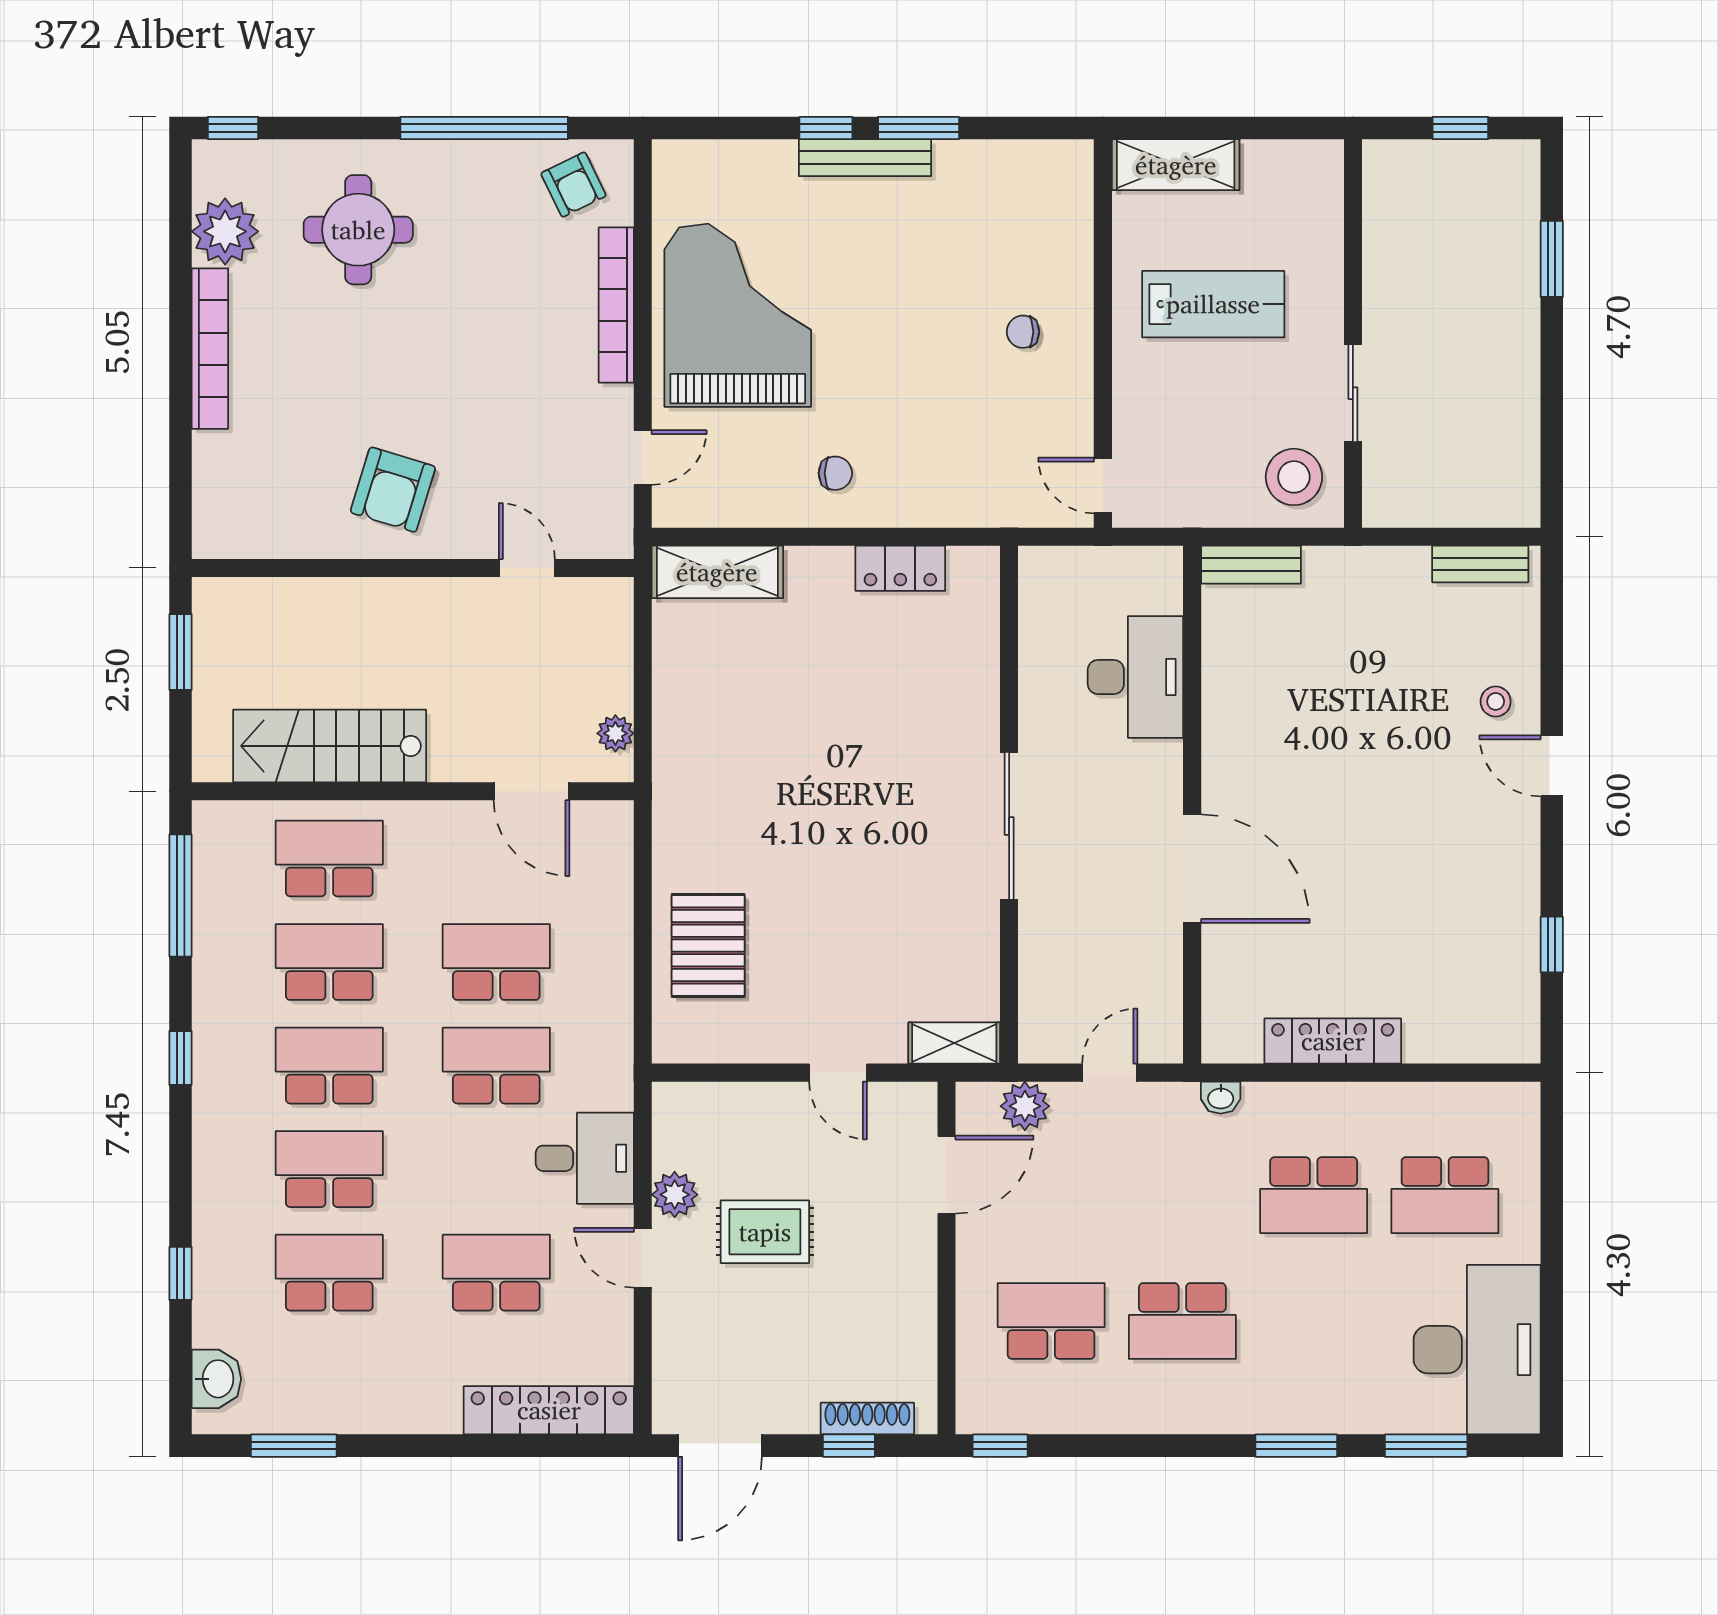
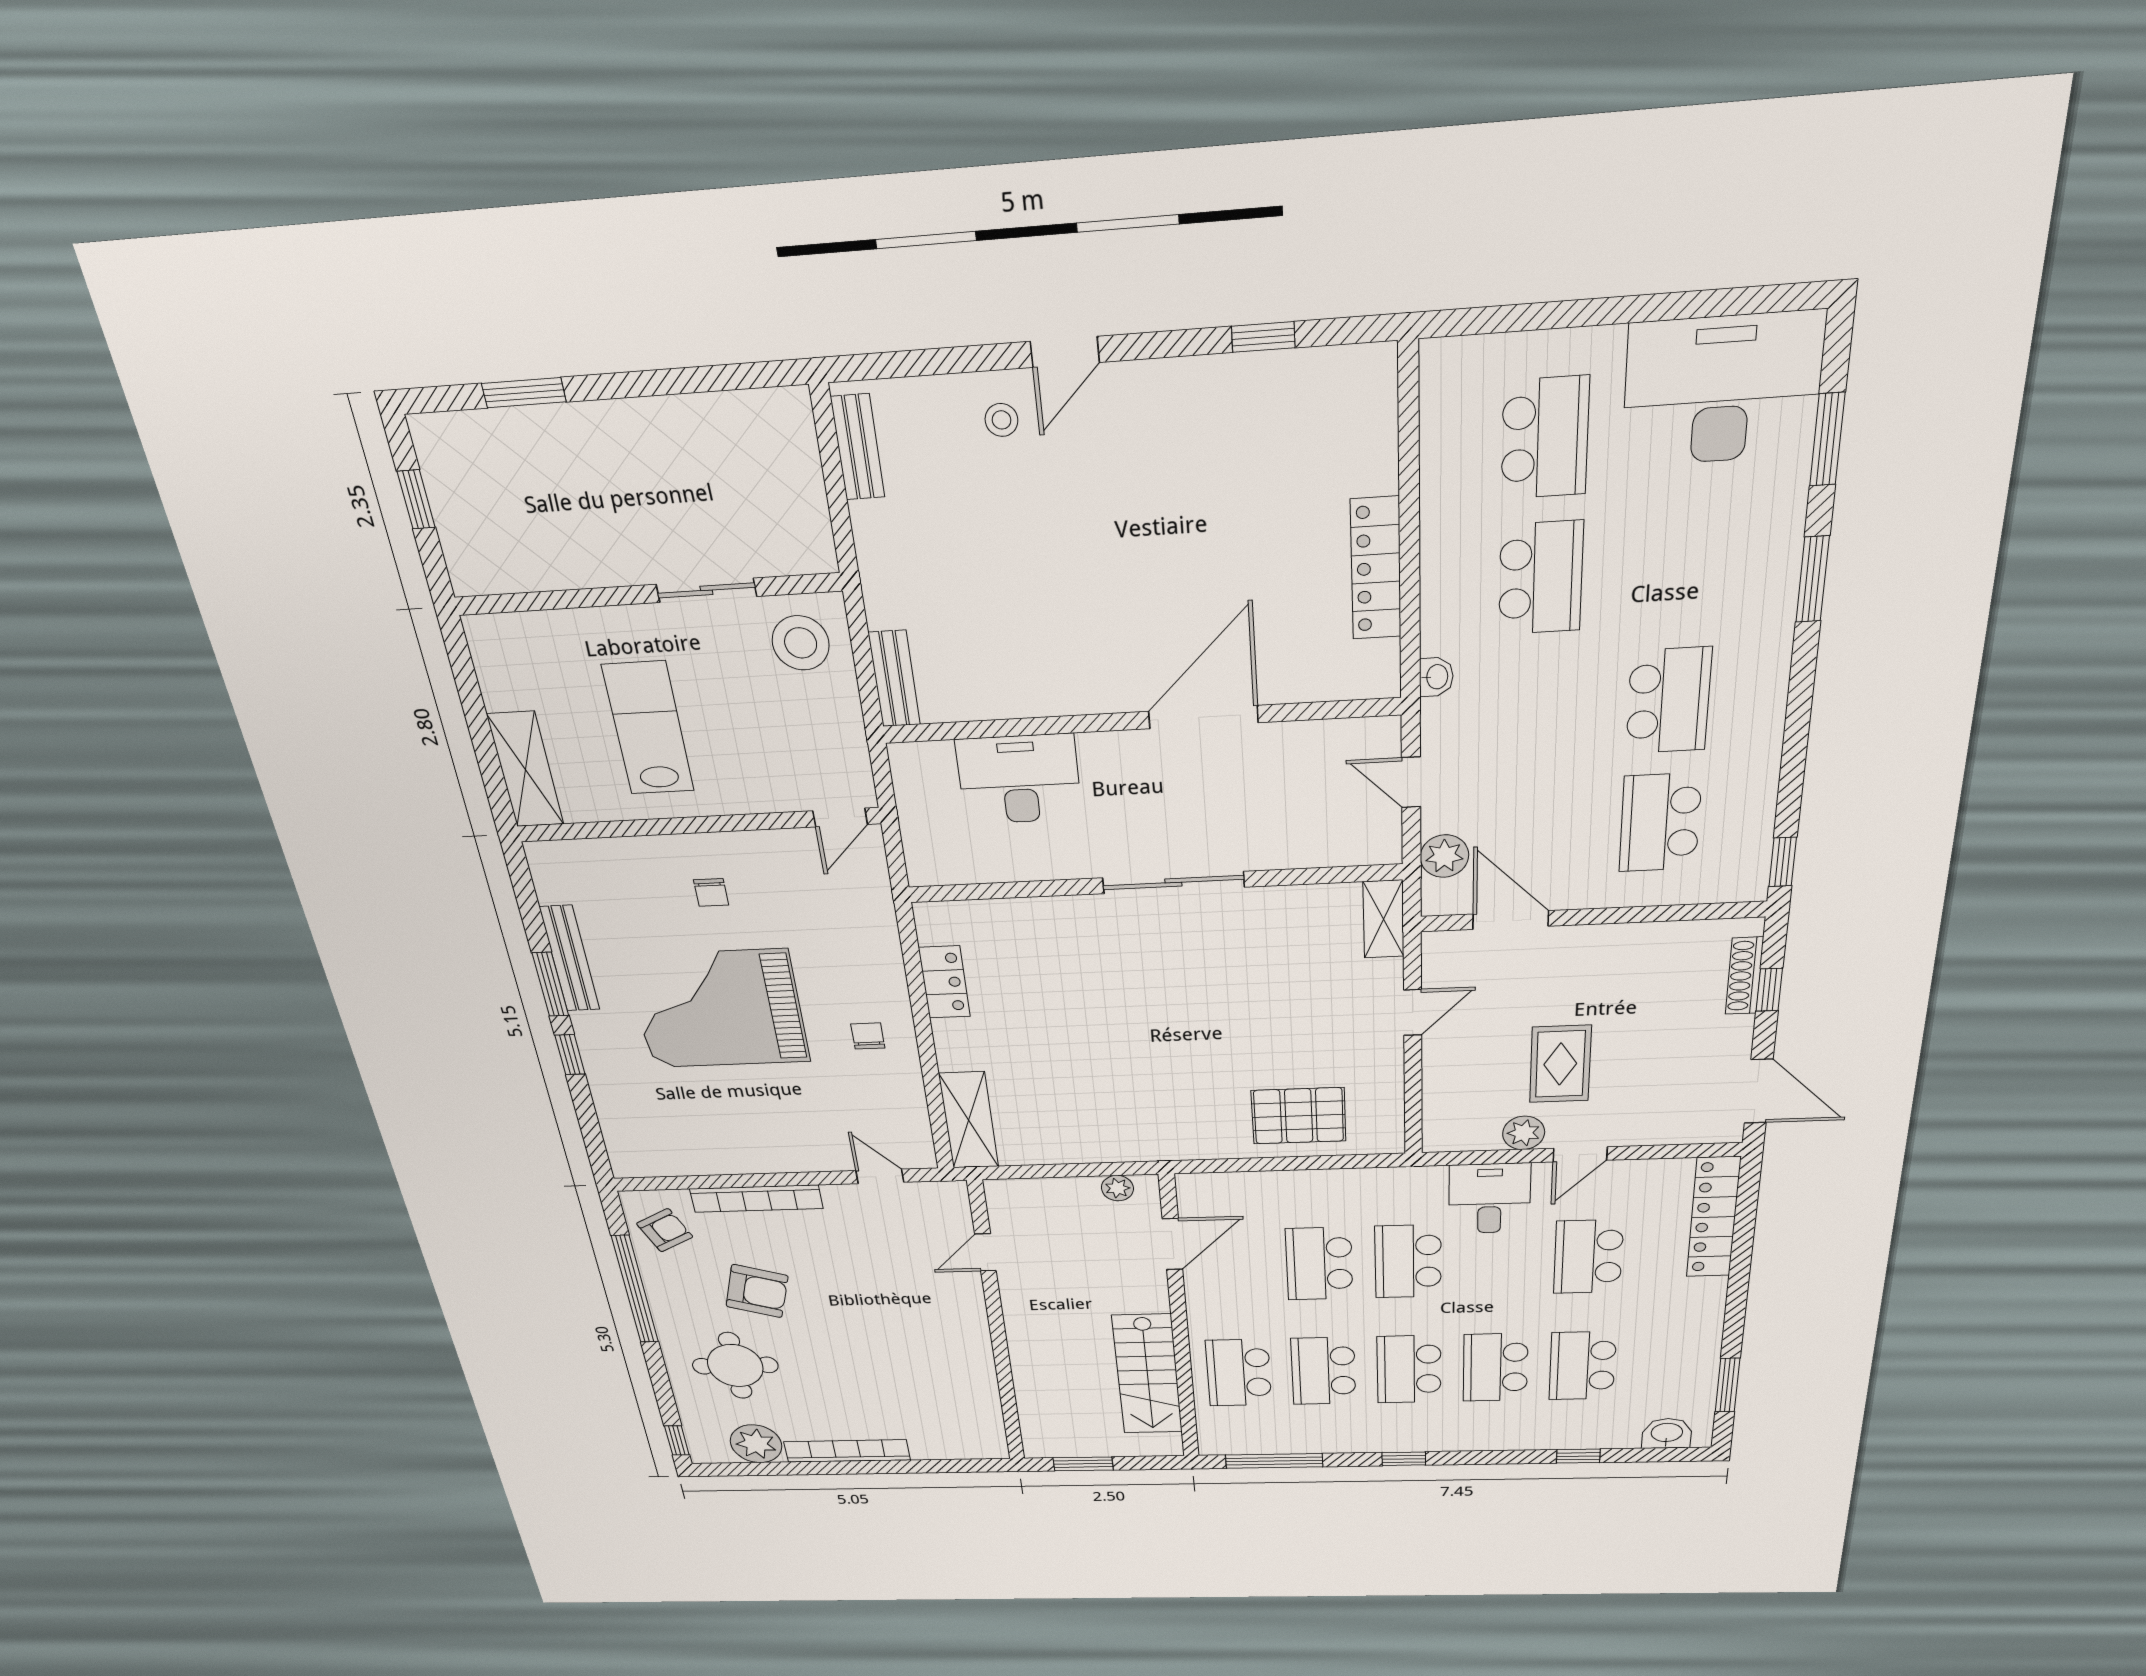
bench: (865, 158) -> (570, 959), moved
grand piano: (738, 315) -> (719, 1009), moved
armchair: (393, 490) -> (757, 1291), moved

